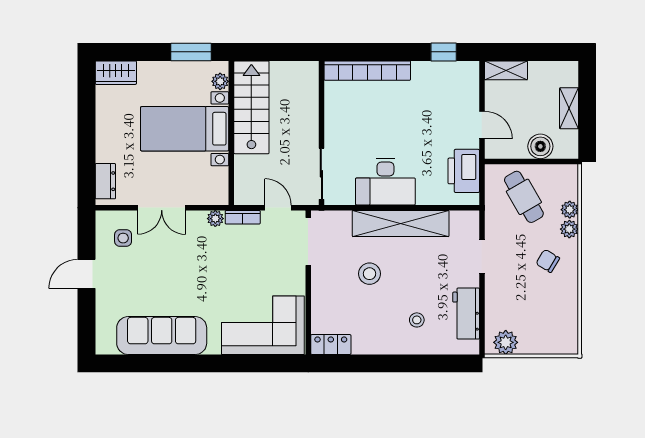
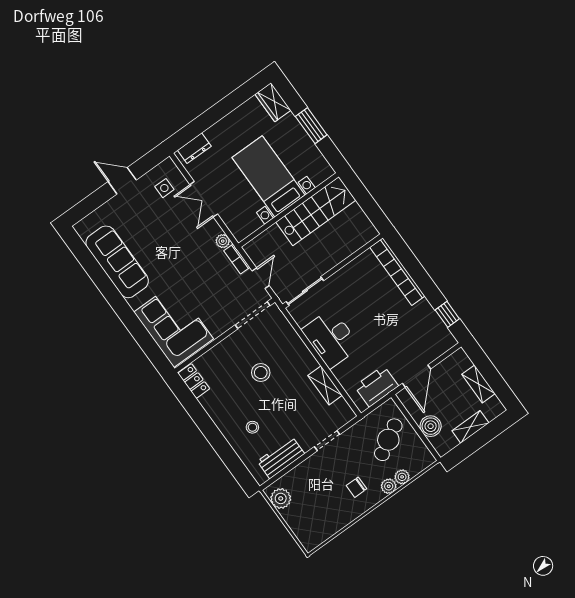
window: (191, 52) -> (311, 126), moved
shelving: (506, 70) -> (479, 384), moved
plant: (220, 81) -> (318, 177), removed
door: (482, 125) -> (417, 376), width x1.38
shelving: (401, 223) -> (325, 385), width x0.45, depth x0.75
chair: (548, 261) -> (357, 487), turned -121

